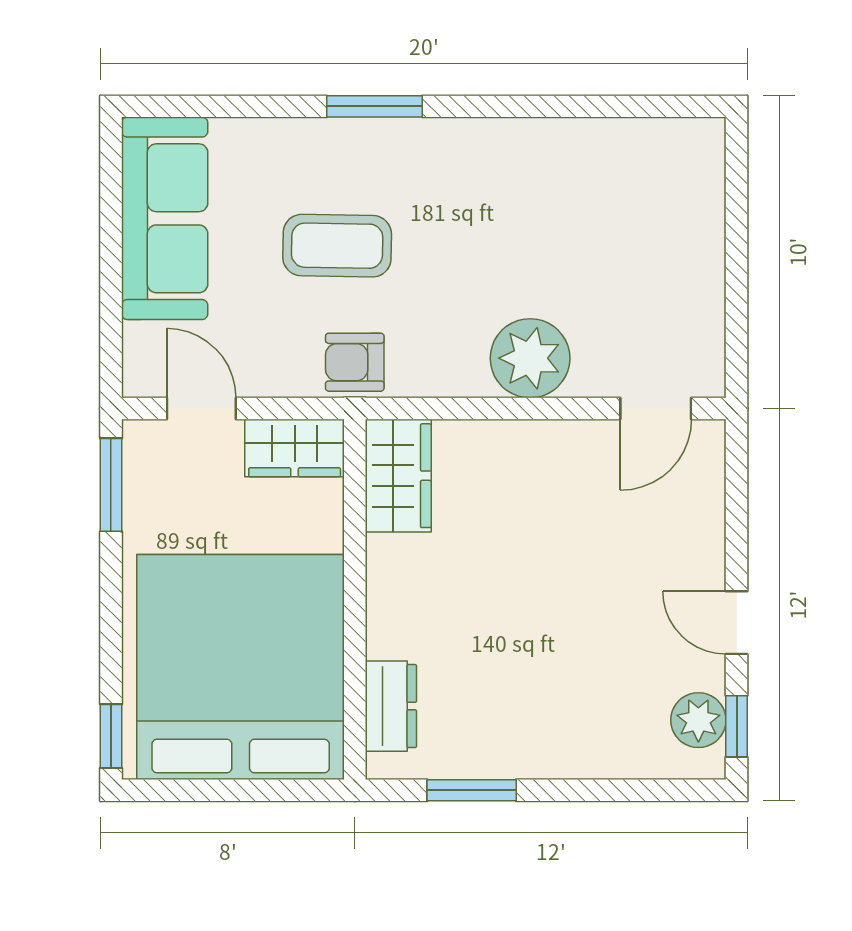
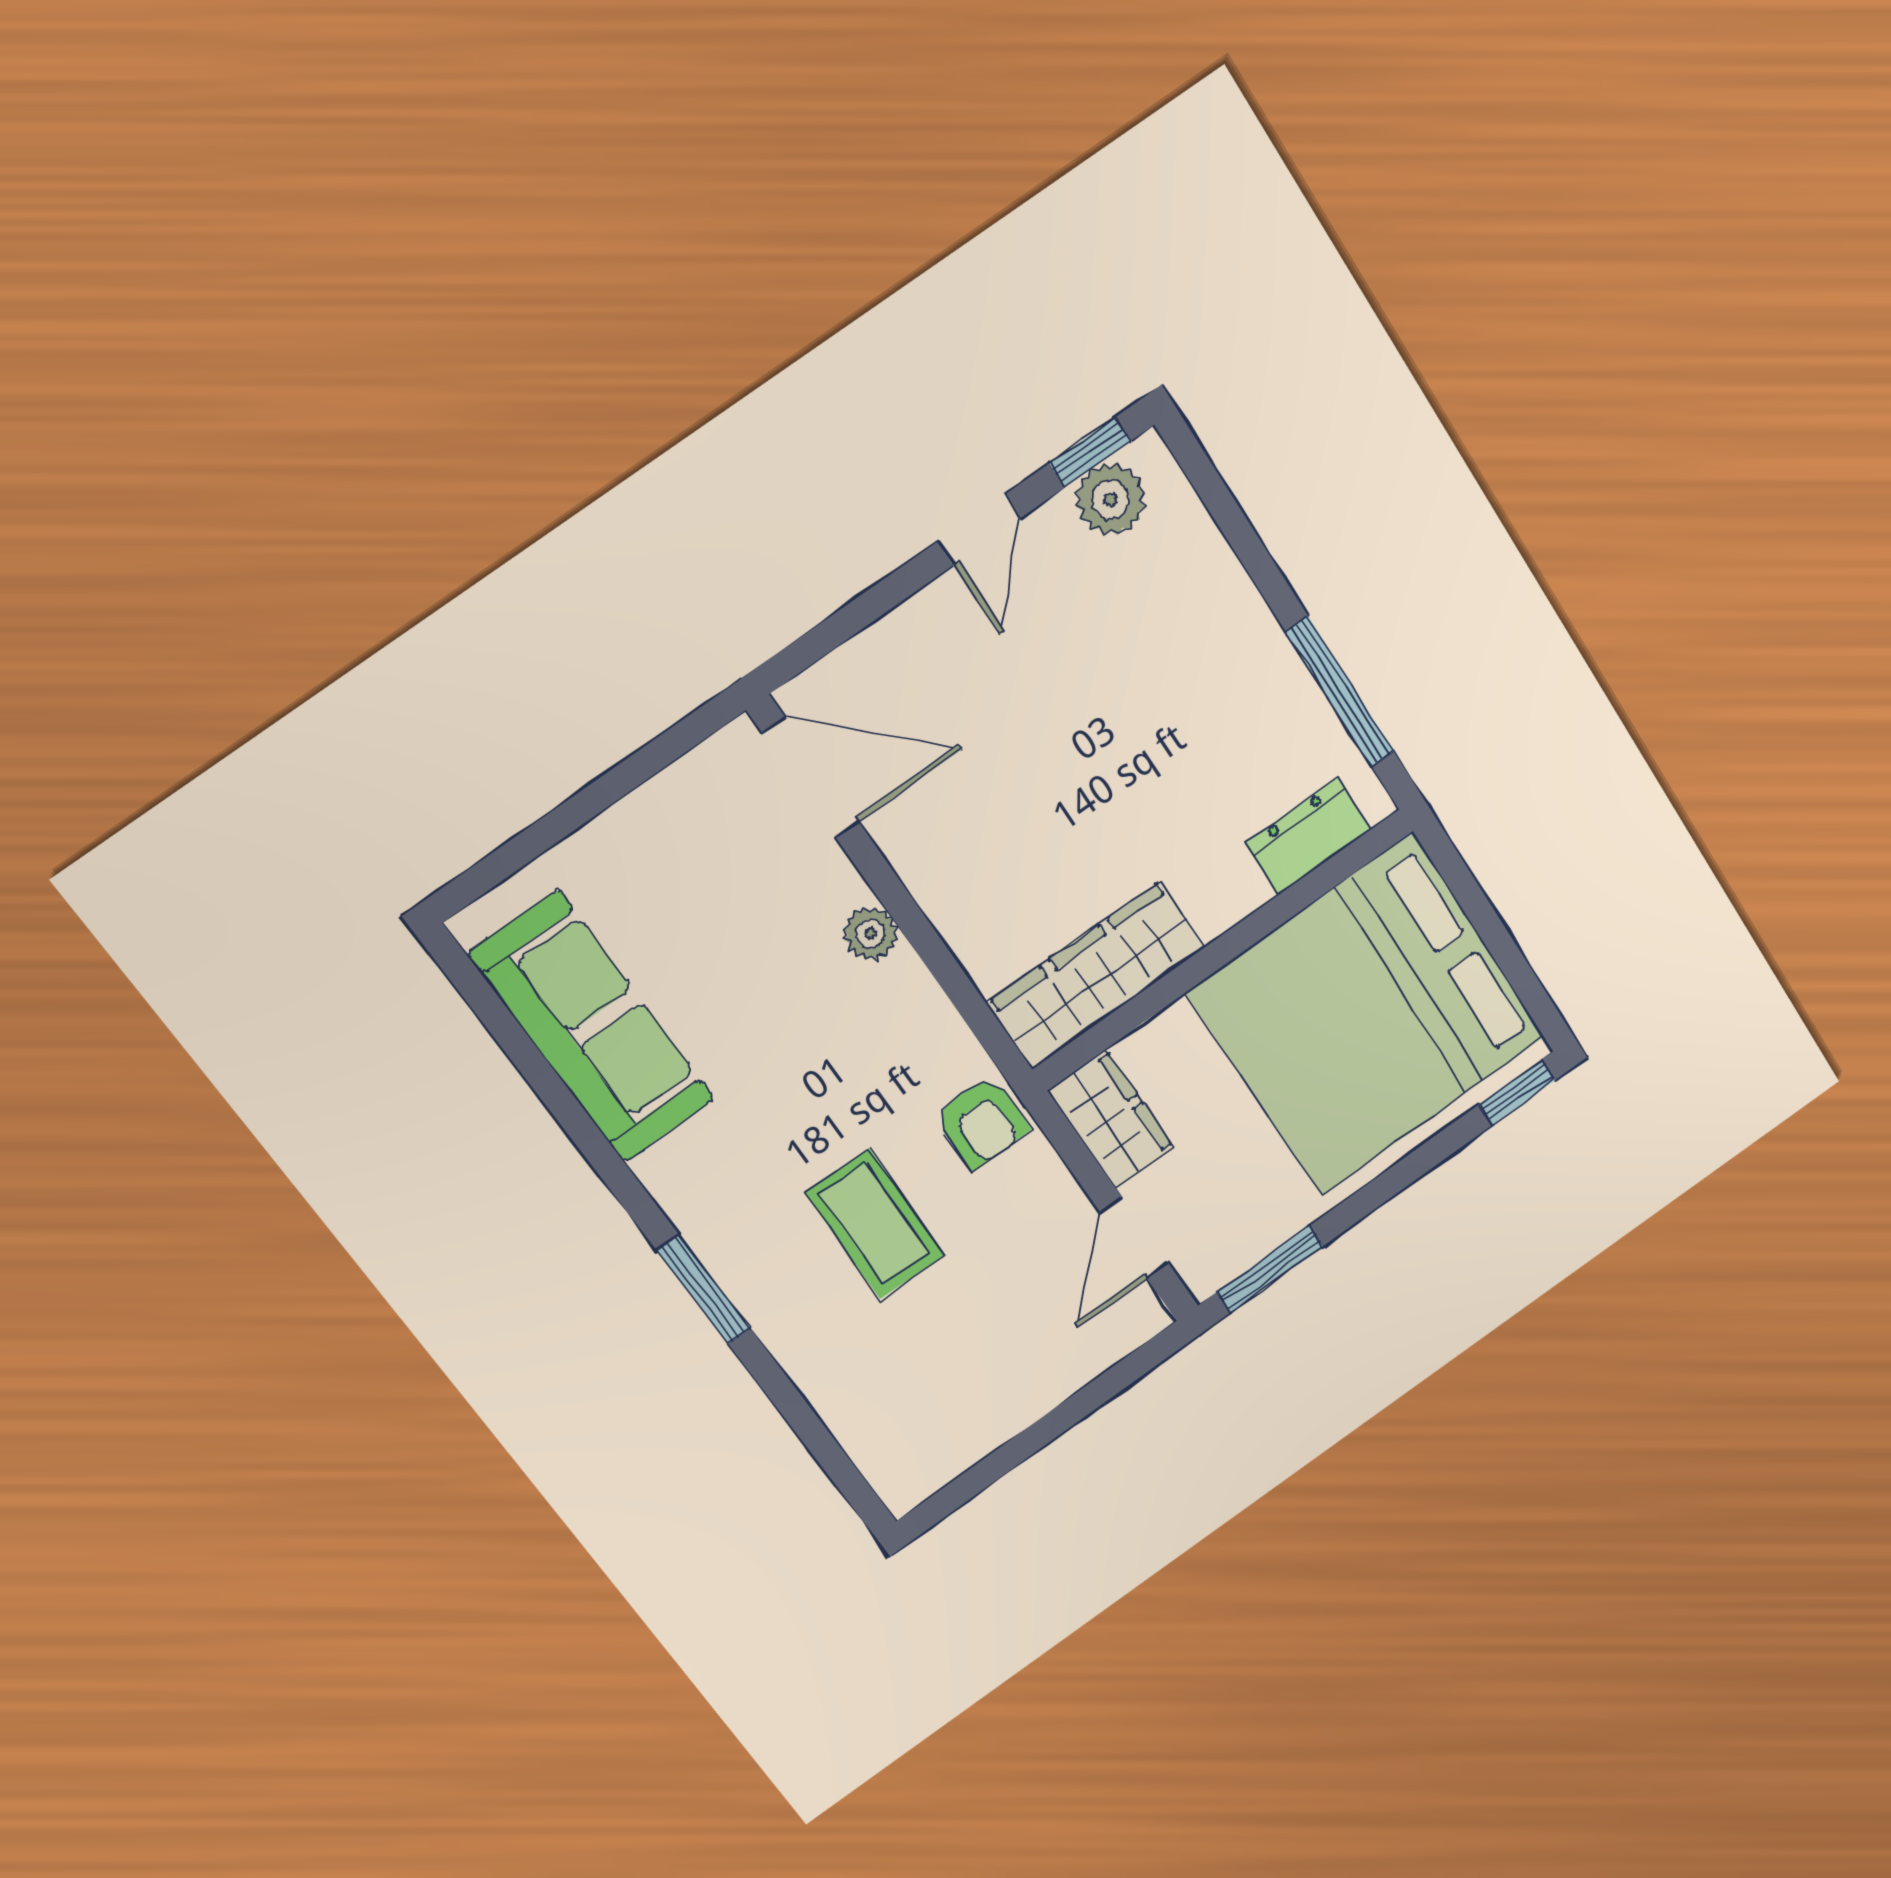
sofa: (165, 218) -> (592, 1027), moved, turned 90
plant: (530, 358) -> (871, 934), width x0.53, depth x0.53
door: (656, 409) -> (811, 778), width x1.38
wardrobe: (398, 476) -> (1096, 975), width x1.50
window: (472, 790) -> (1340, 692), width x1.44

